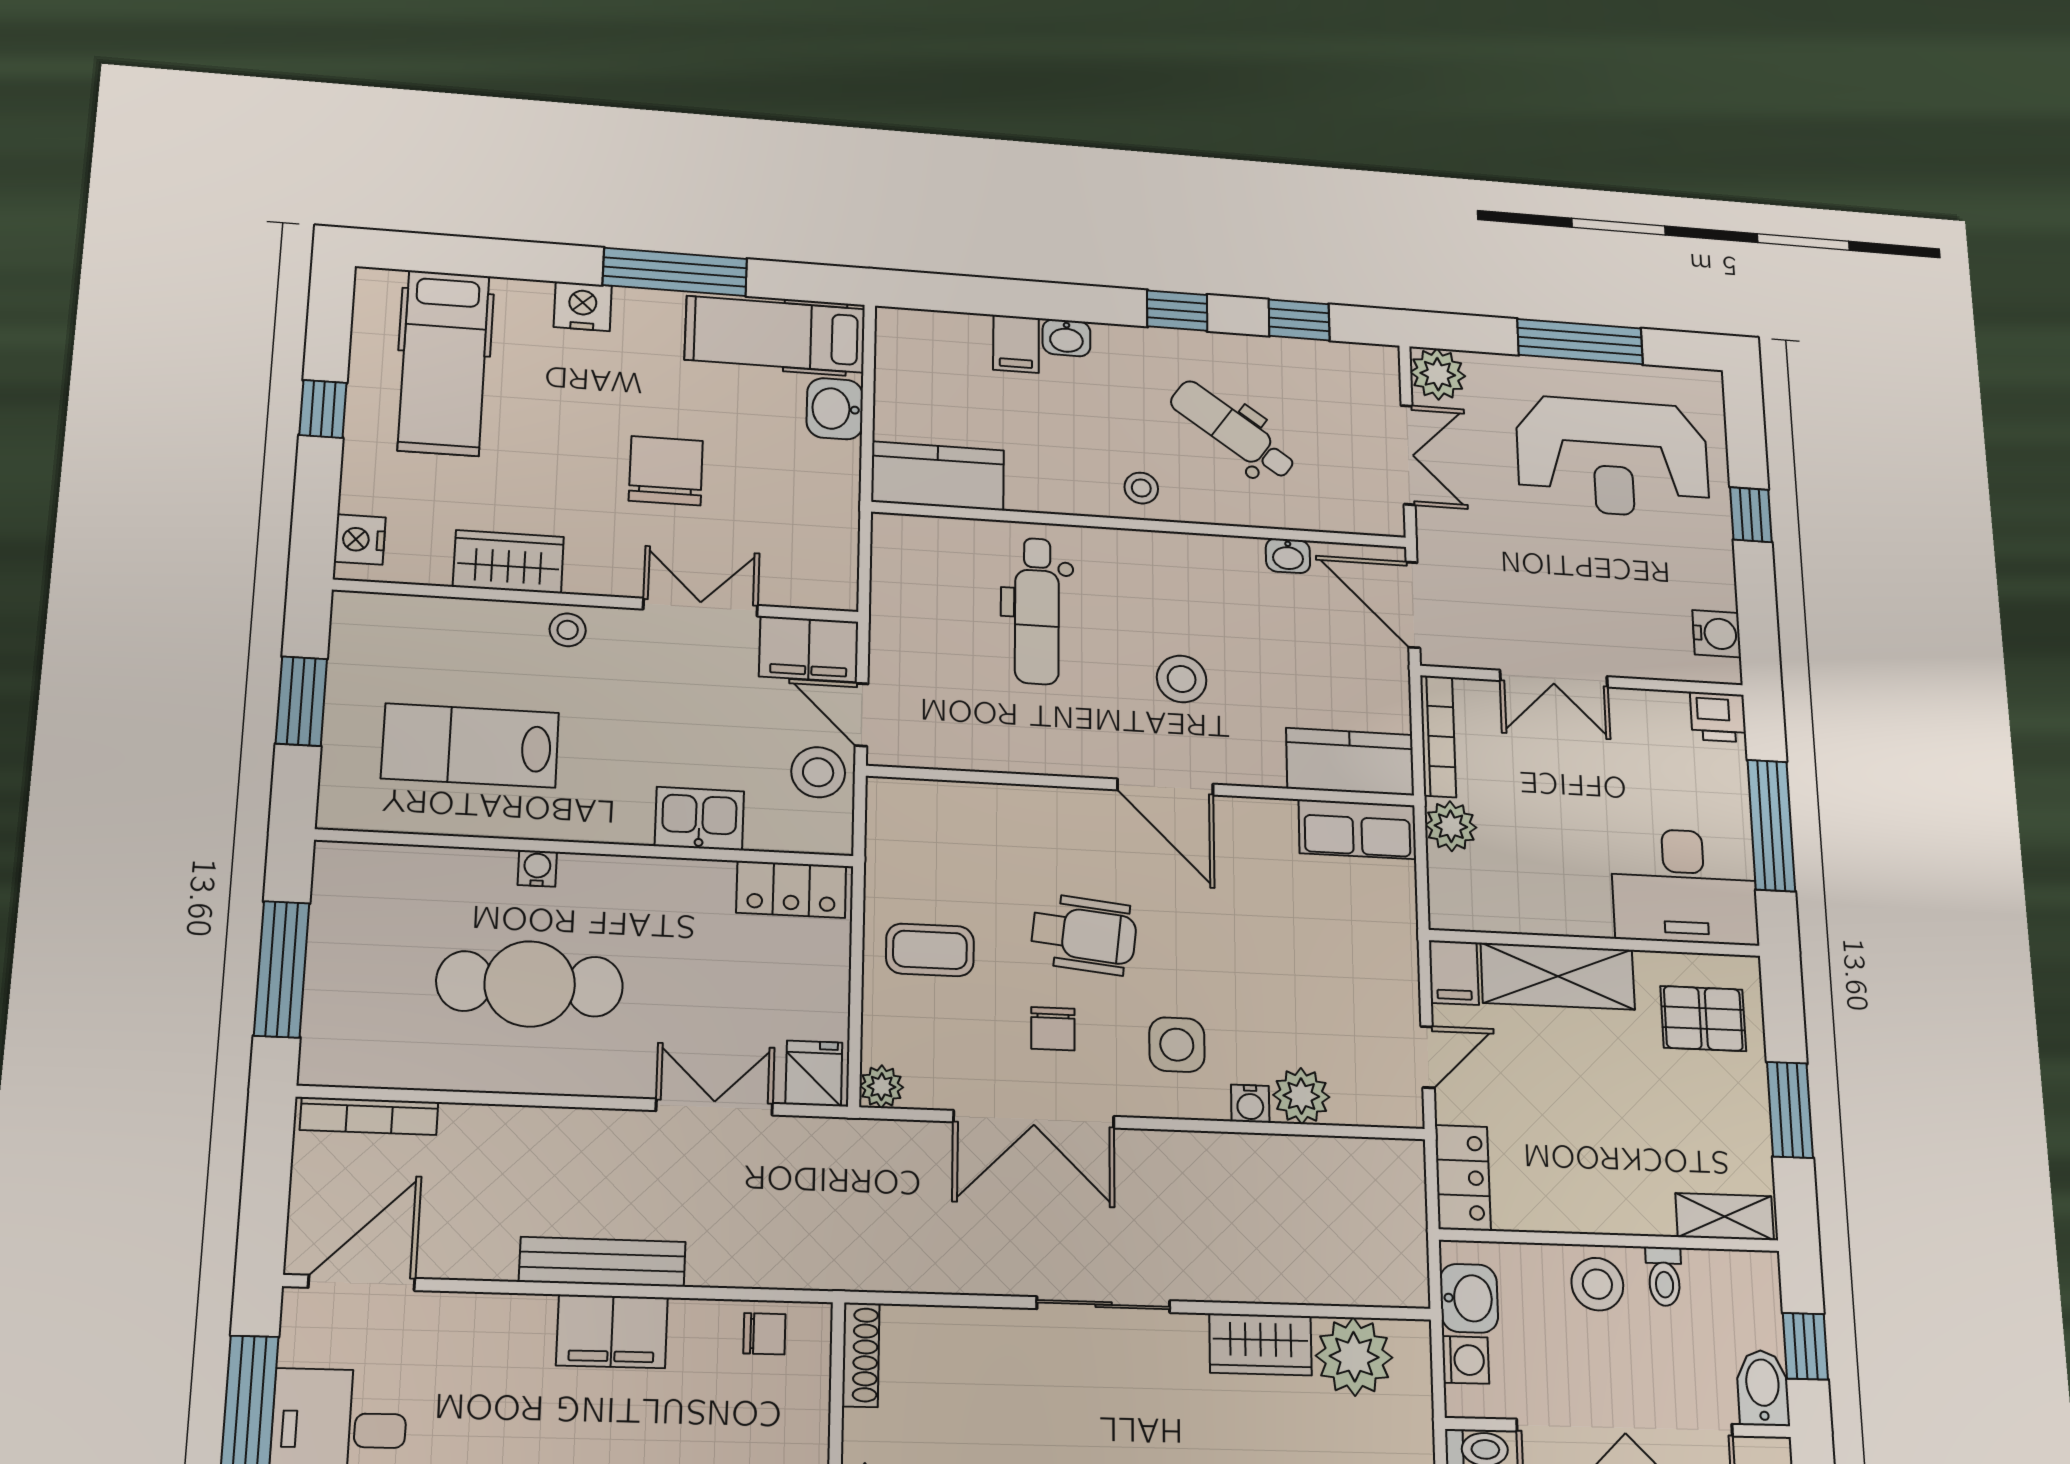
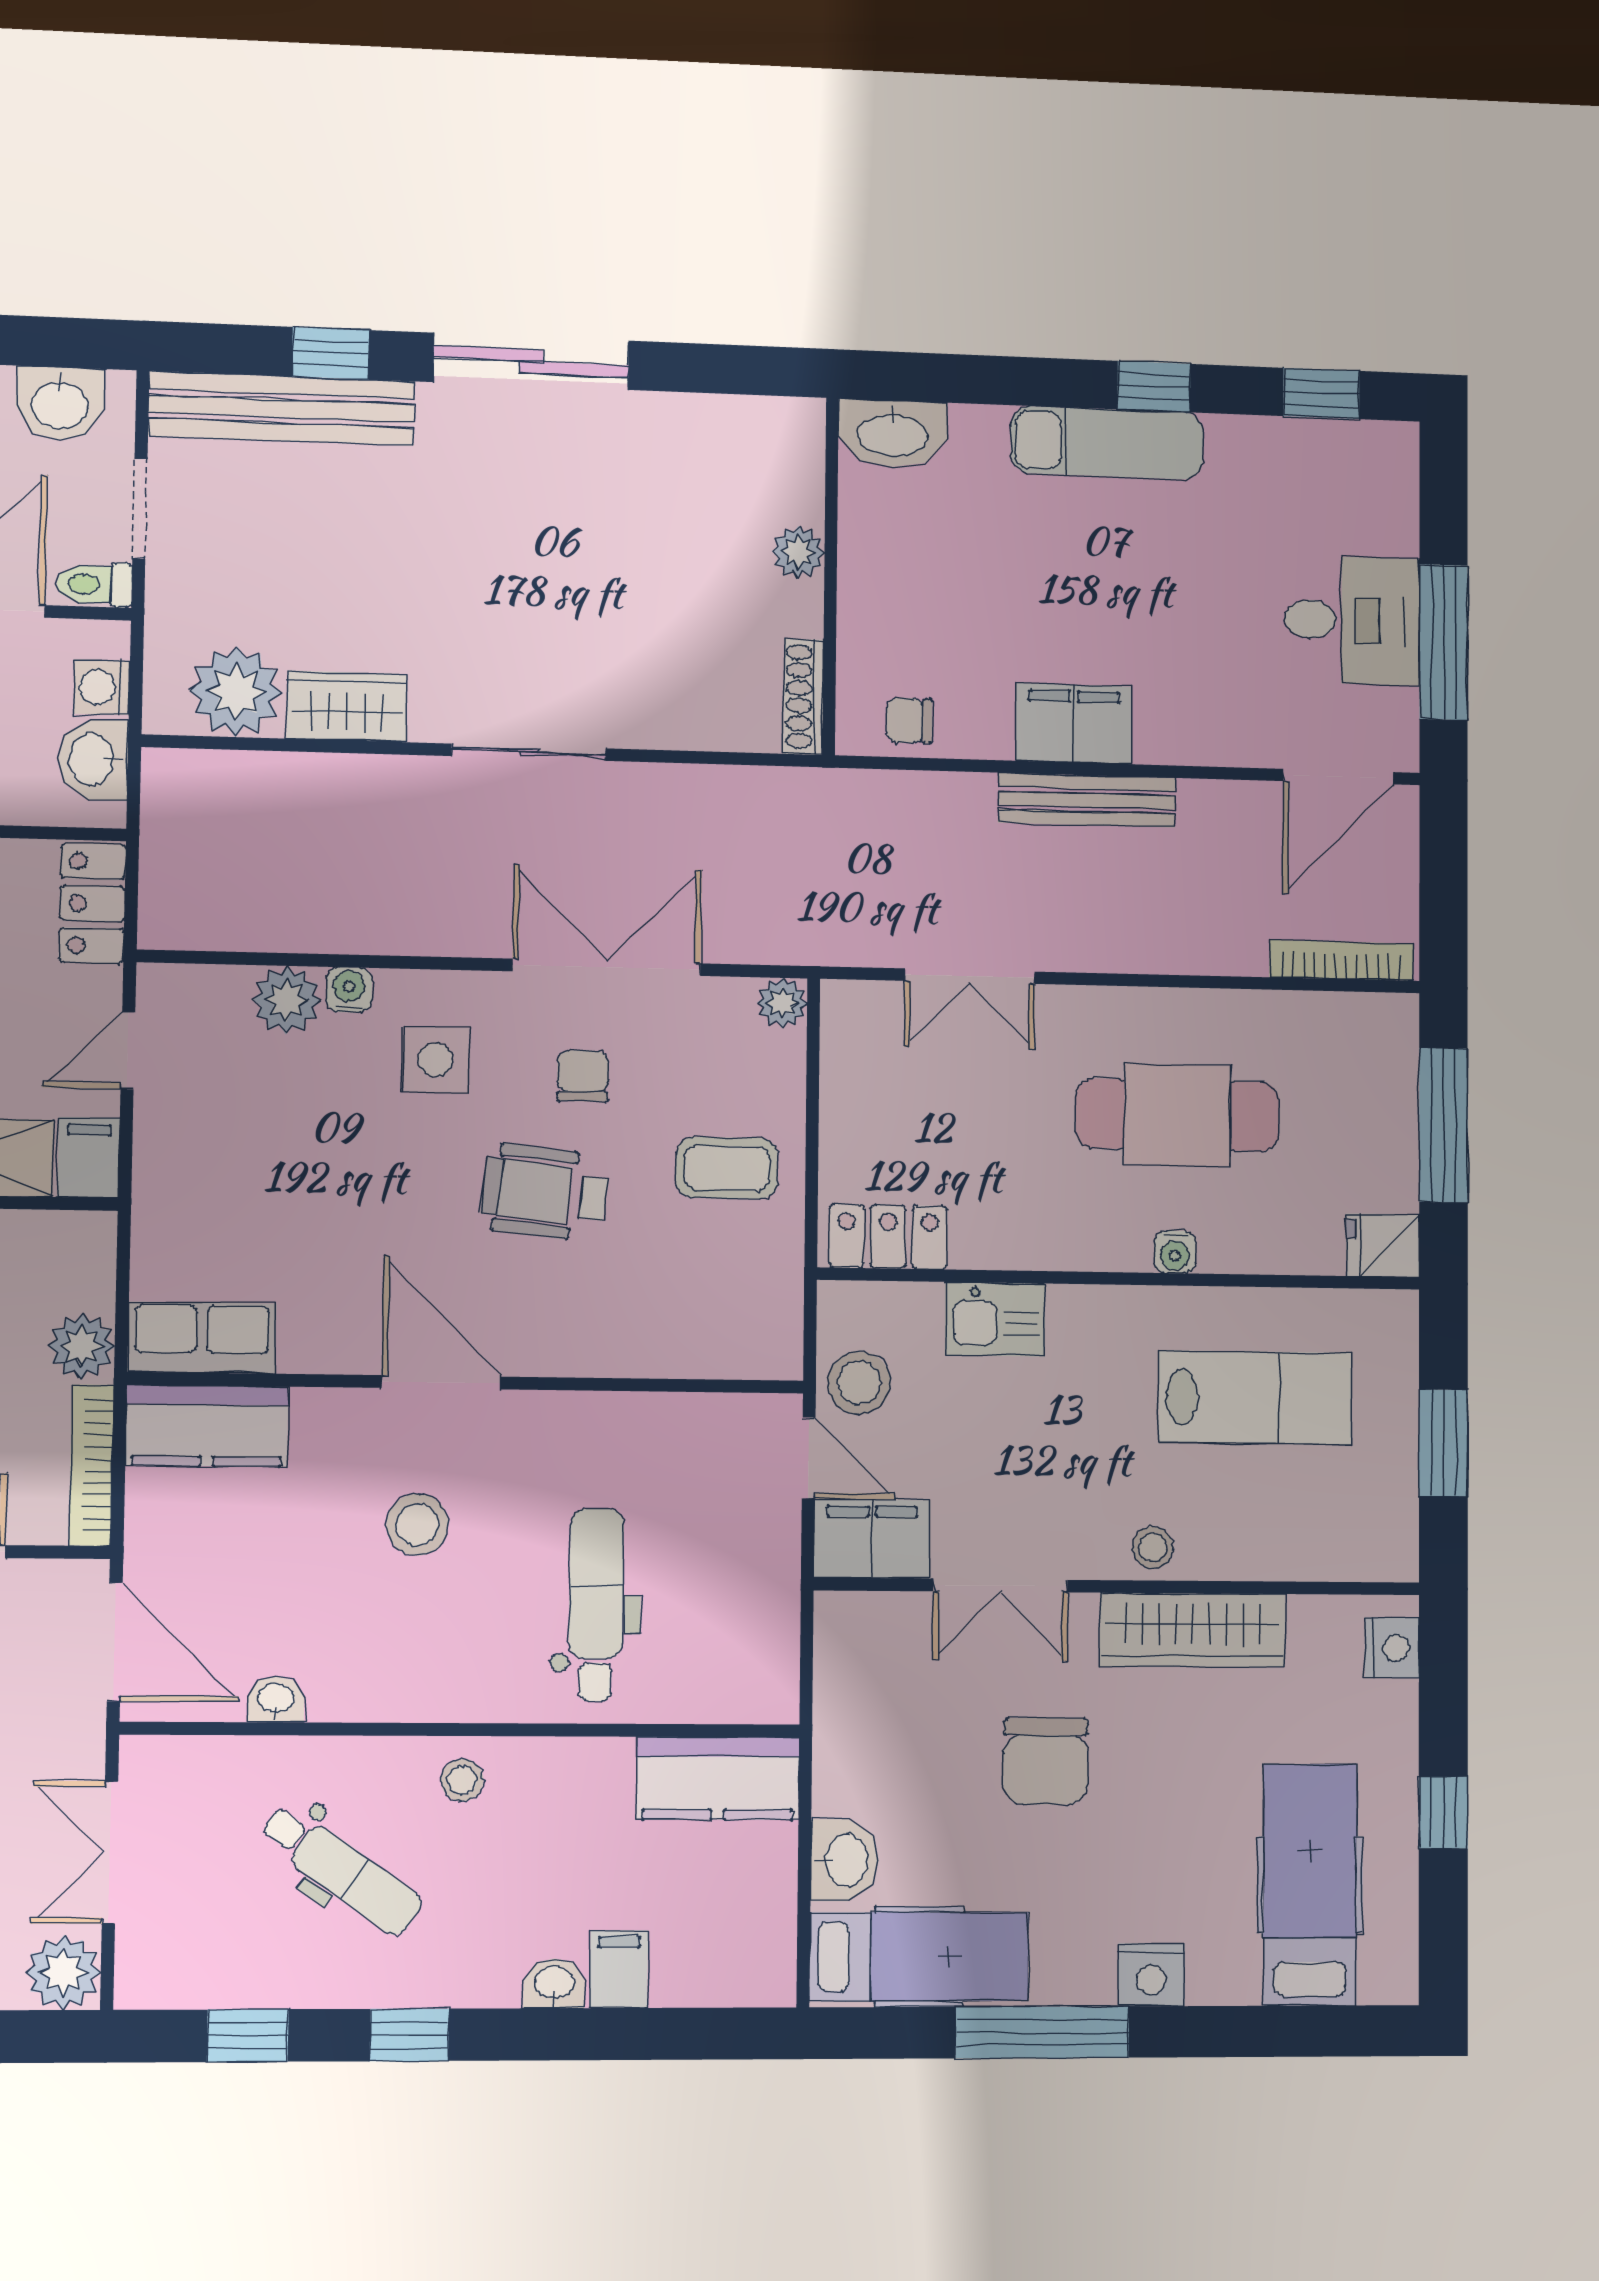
wardrobe: (508, 562) -> (1193, 1630), width x1.50
fridge: (814, 1073) -> (1383, 1245), moved, turned 90

